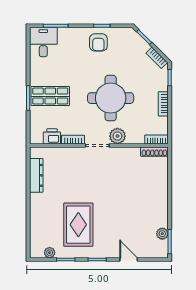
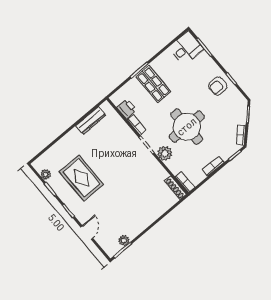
rug: (78, 225) -> (81, 178), turned 90

